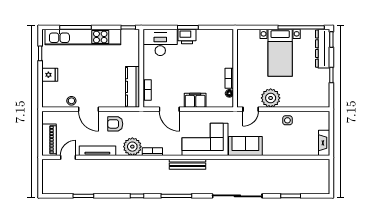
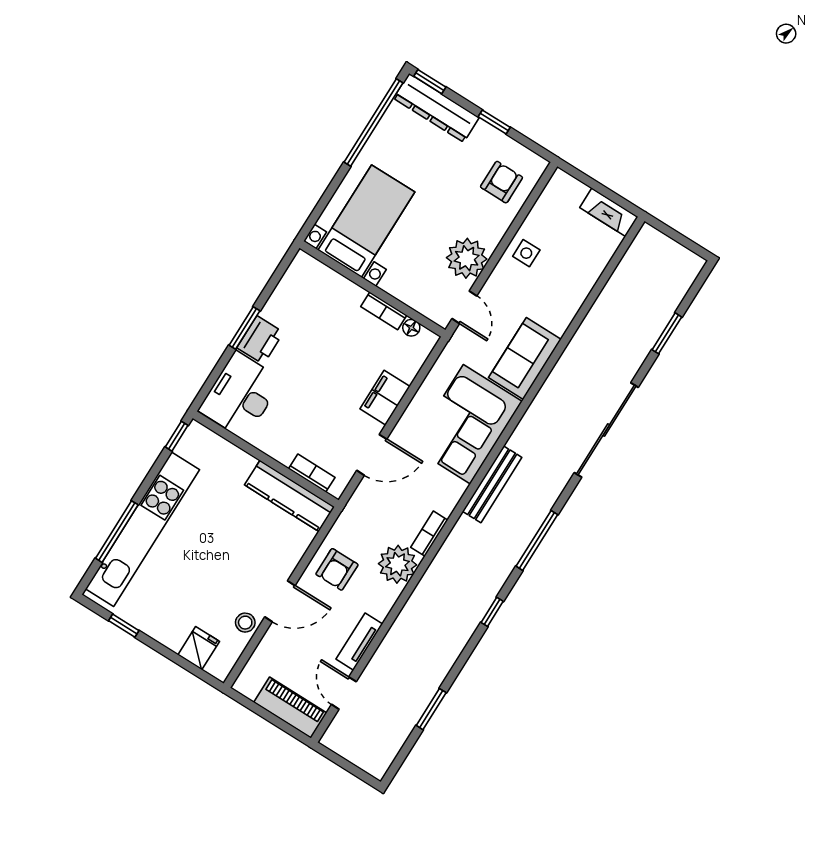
bed with nightstands: (280, 53) -> (366, 221), moved, turned -90
fridge: (50, 75) -> (199, 648), moved
armchair: (309, 93) -> (501, 182), added
tv unit: (97, 151) -> (359, 642), width x0.71

